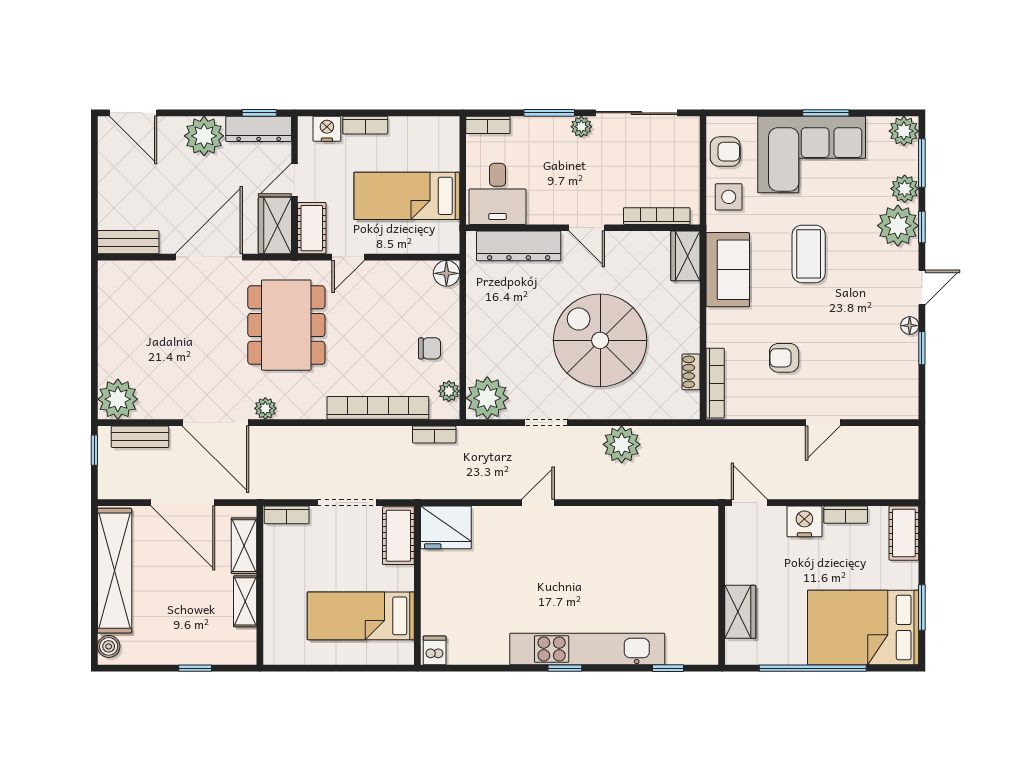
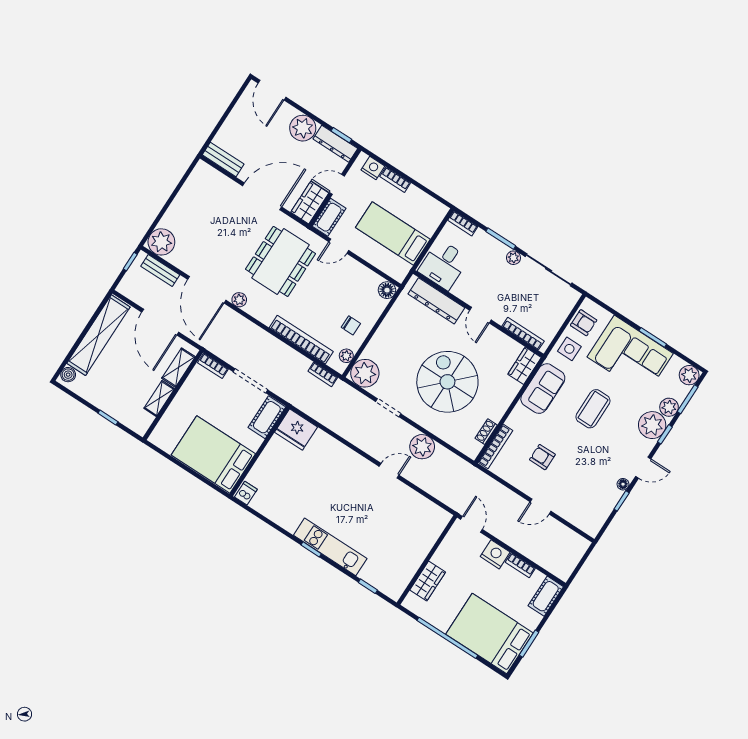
door: (538, 503) -> (389, 471), moved
bed: (361, 616) -> (213, 454), width x1.50
kitchen unit: (587, 649) -> (330, 547), width x0.73

